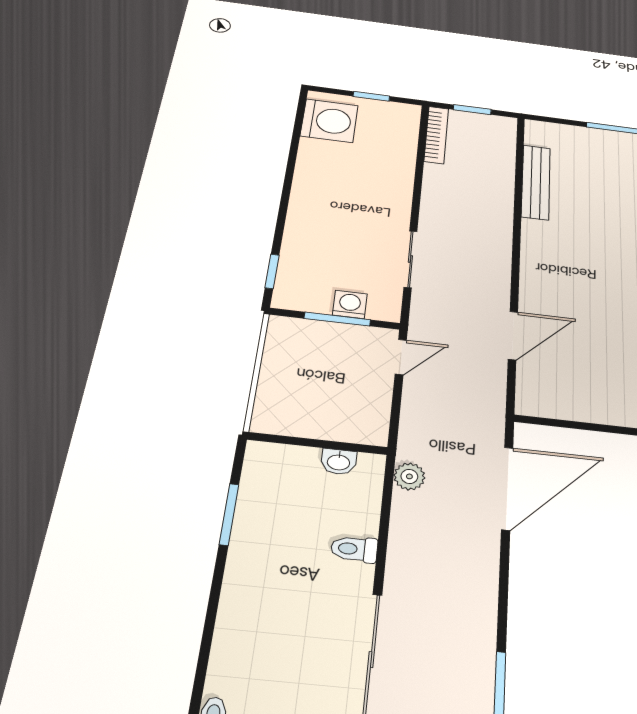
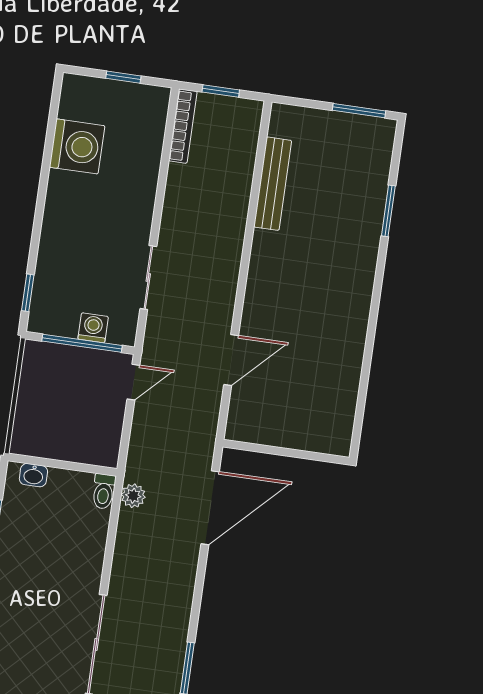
washing machine: (329, 121) -> (77, 146), moved
window: (337, 319) -> (82, 343), width x1.44
washbasin: (339, 462) -> (33, 475), moved
toilet: (354, 549) -> (104, 491), moved, turned -90

